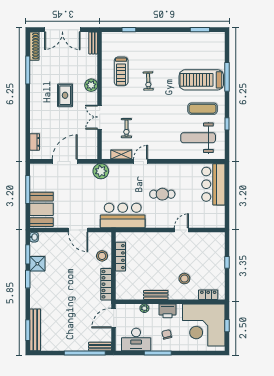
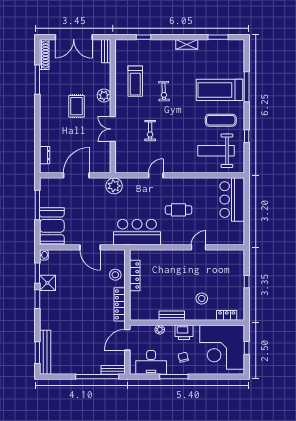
exercise bike: (126, 128) -> (150, 131), moved
shelving: (121, 155) -> (187, 44), moved

